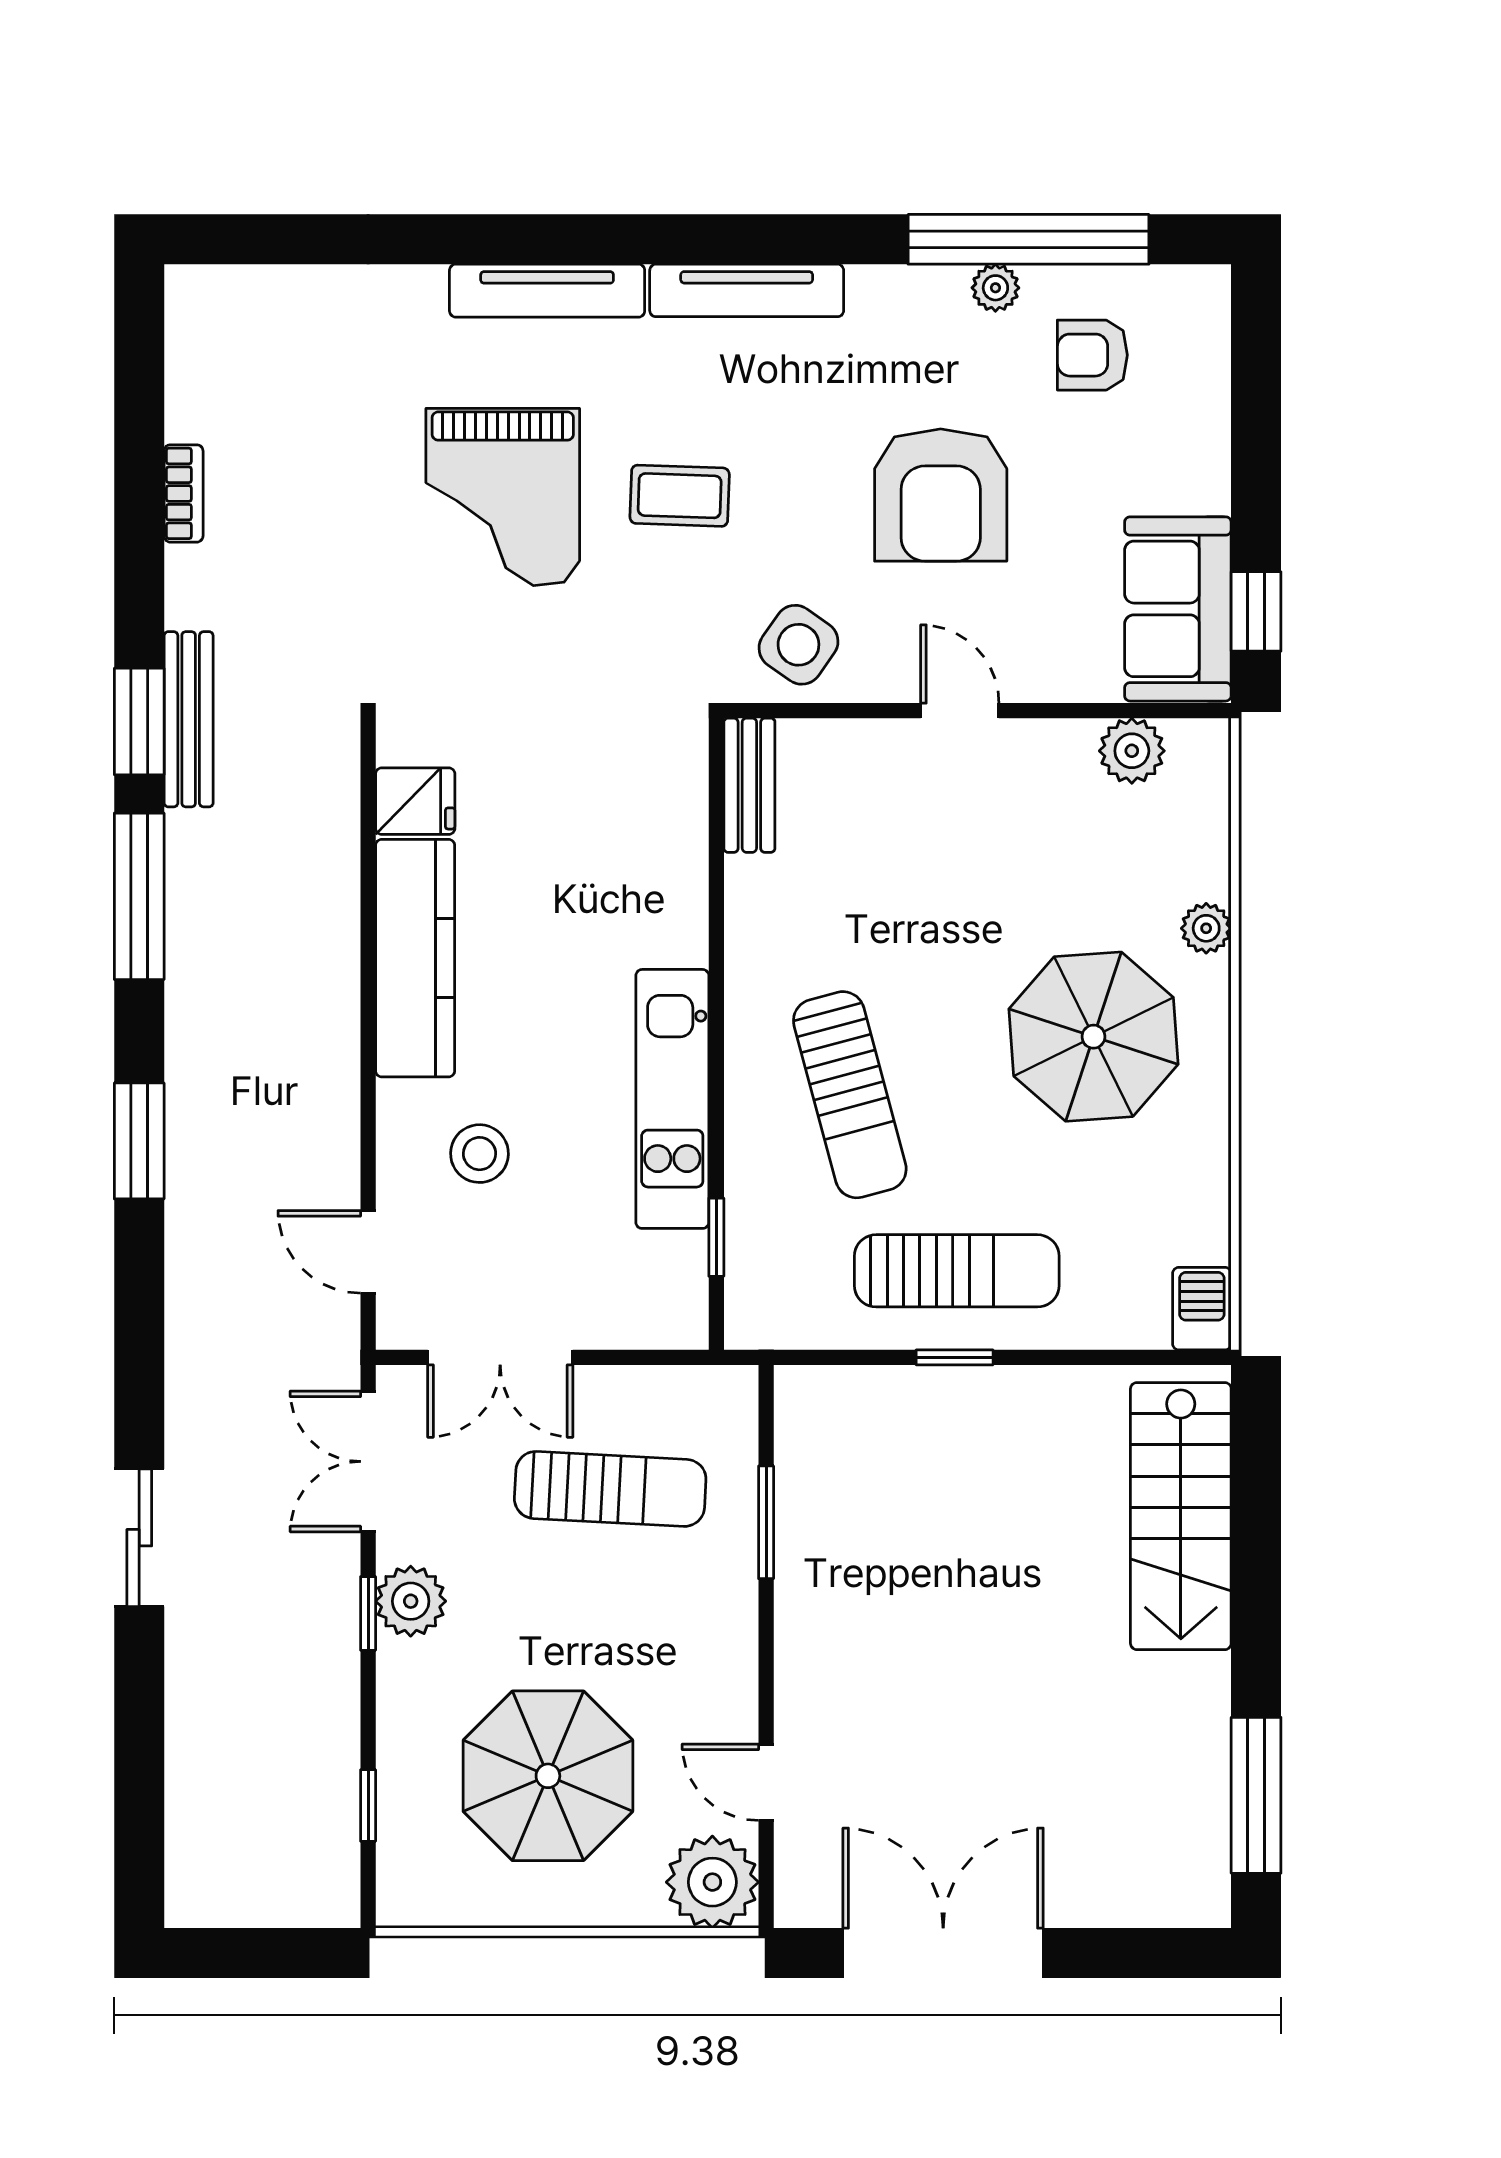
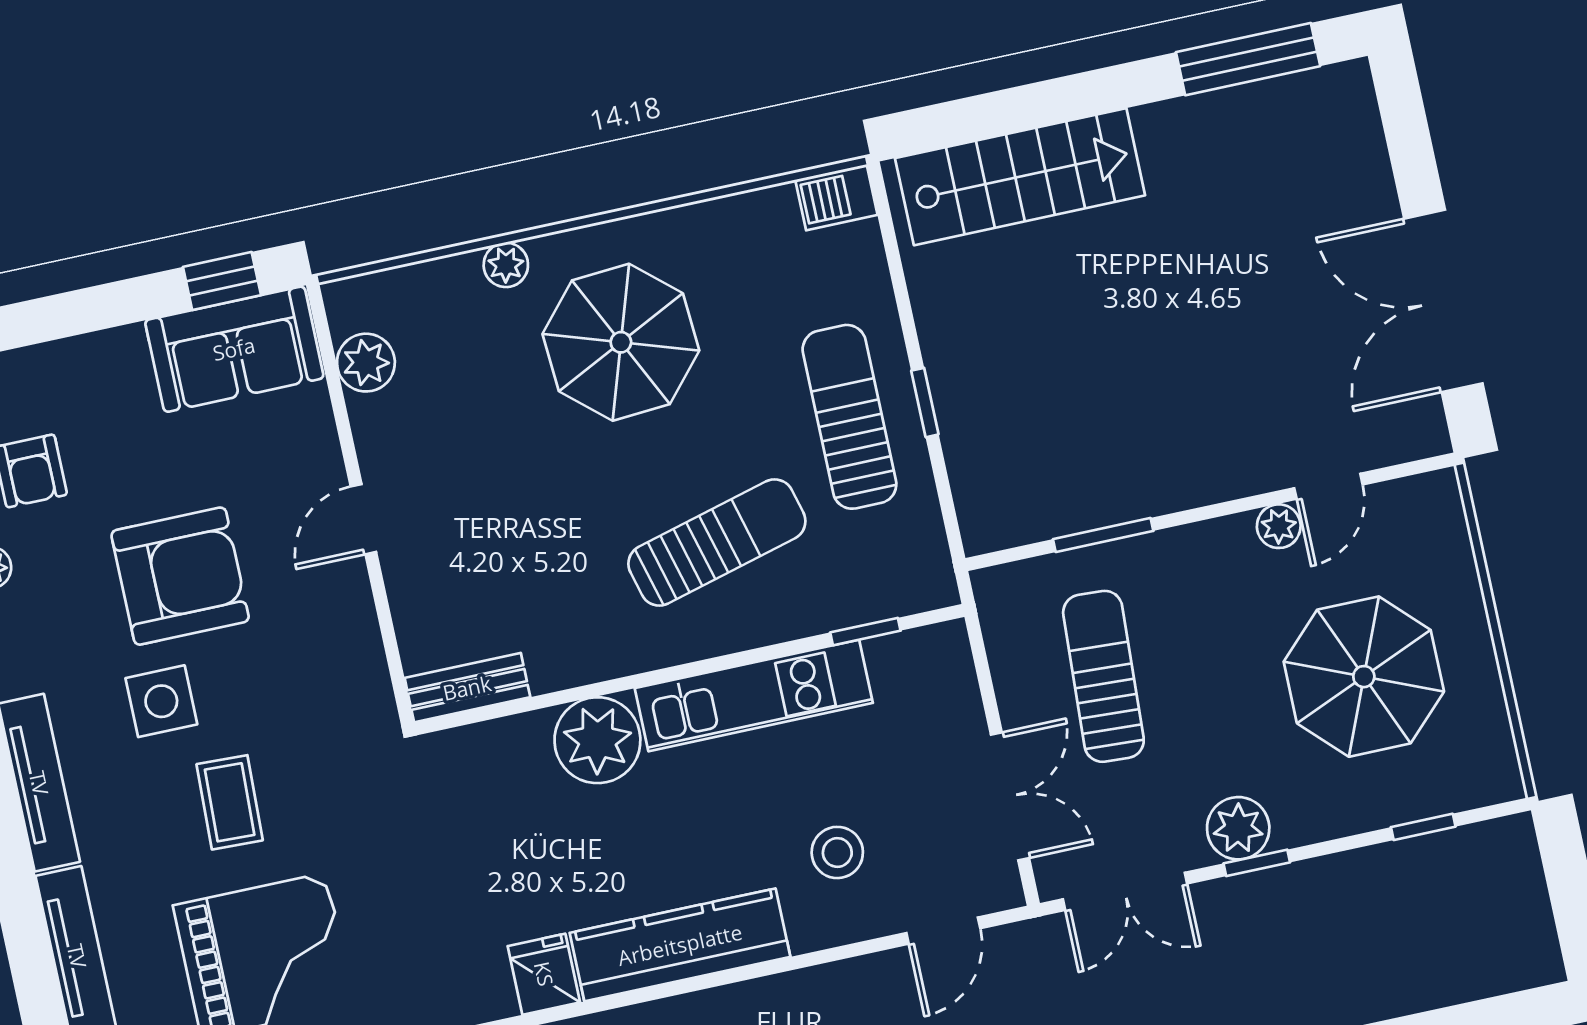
side table: (798, 645) -> (161, 701), moved, turned -35
plant: (660, 916) -> (597, 740), added
plant: (712, 1882) -> (1279, 526), moved, width x0.53, depth x0.53

